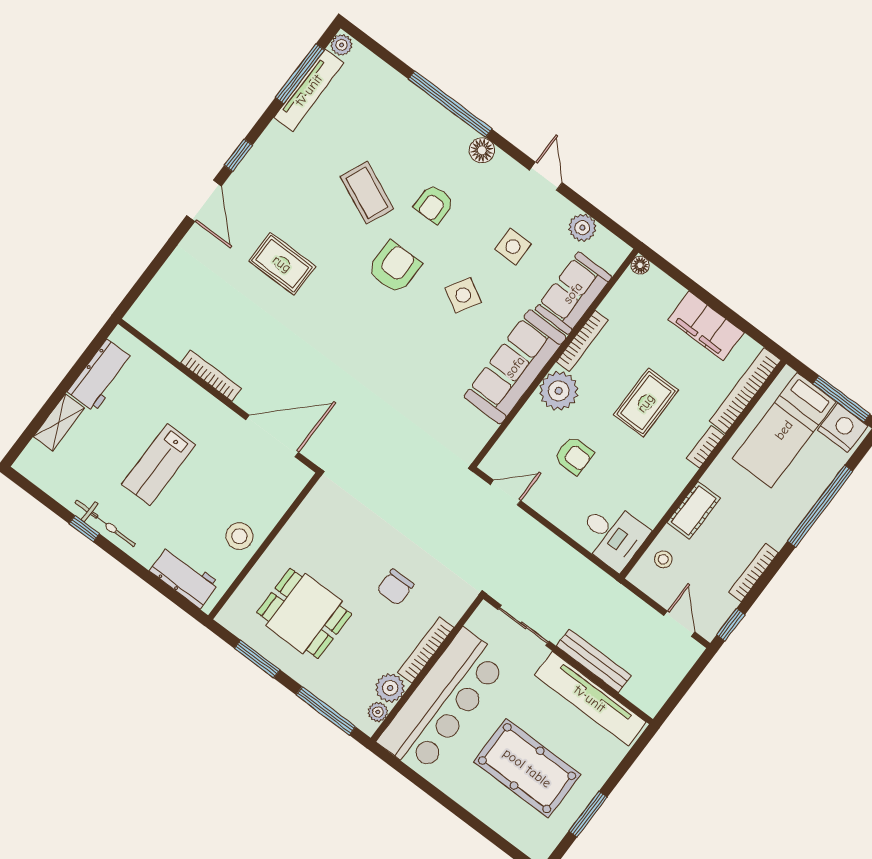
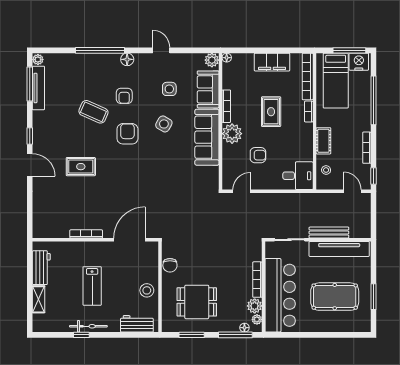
plant: (582, 228) -> (212, 60), moved
chair: (395, 587) -> (170, 265), moved
floor lamp: (349, 710) -> (244, 328), added

